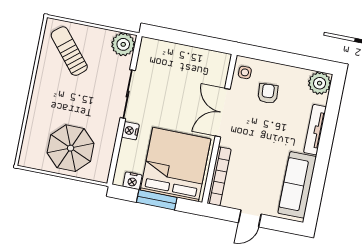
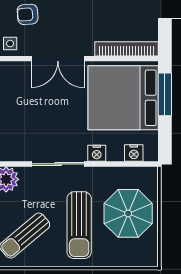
sun lounger: (69, 102) -> (79, 225), added
nightstand: (132, 181) -> (134, 153), moved, turned 90
window: (157, 200) -> (165, 94), moved

